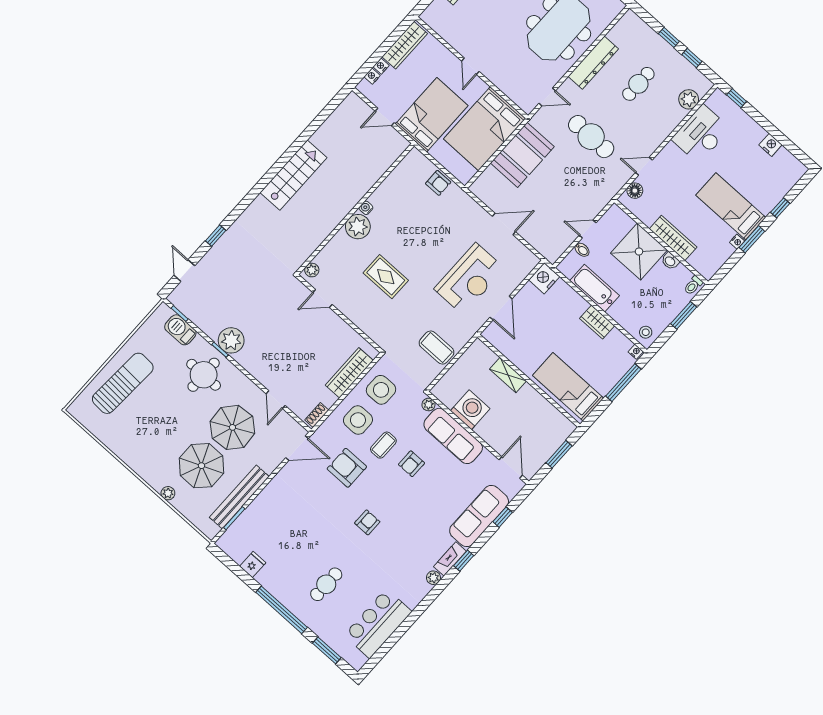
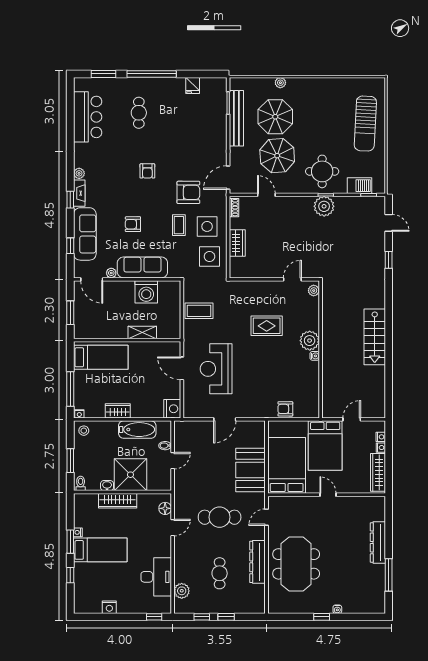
wardrobe: (349, 373) -> (237, 243), width x0.67
plant: (429, 405) -> (111, 273), moved
armchair: (411, 464) -> (133, 224), moved, turned -90

